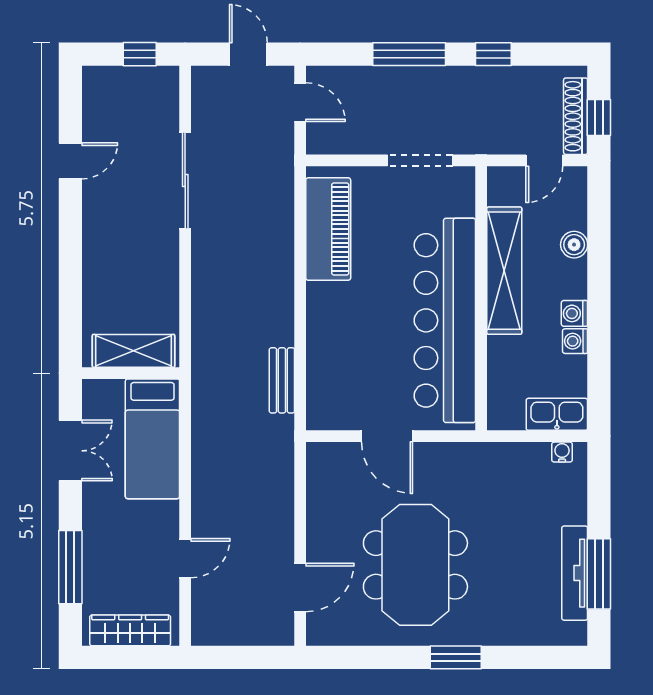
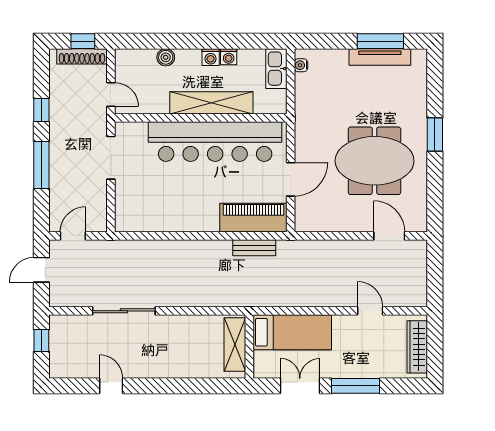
door: (544, 160) -> (111, 95), moved
piano: (328, 229) -> (253, 218), moved
shelving: (504, 271) -> (211, 103), moved
window: (70, 567) -> (356, 386), moved

